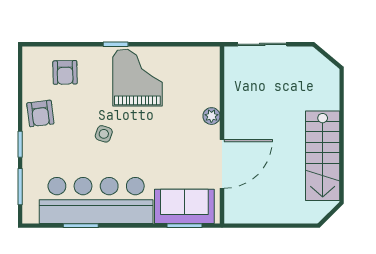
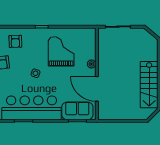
grand piano: (137, 78) -> (61, 51), moved
door: (222, 164) -> (97, 89), swing flipped

